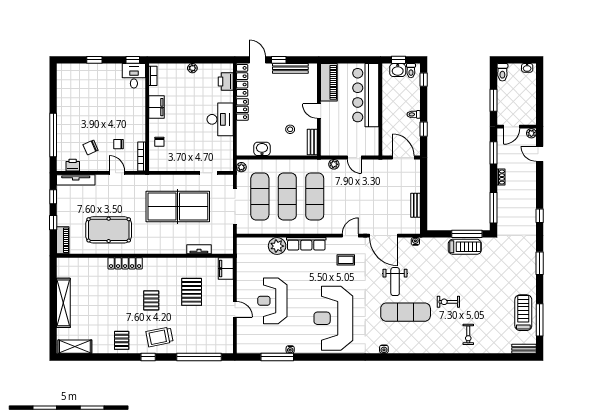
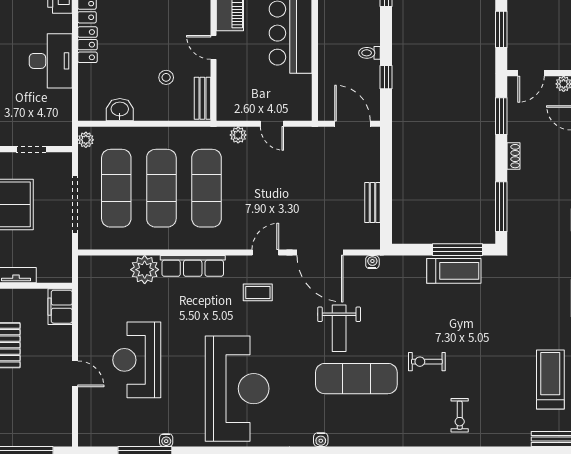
reception desk: (333, 318) -> (237, 389), turned 180

